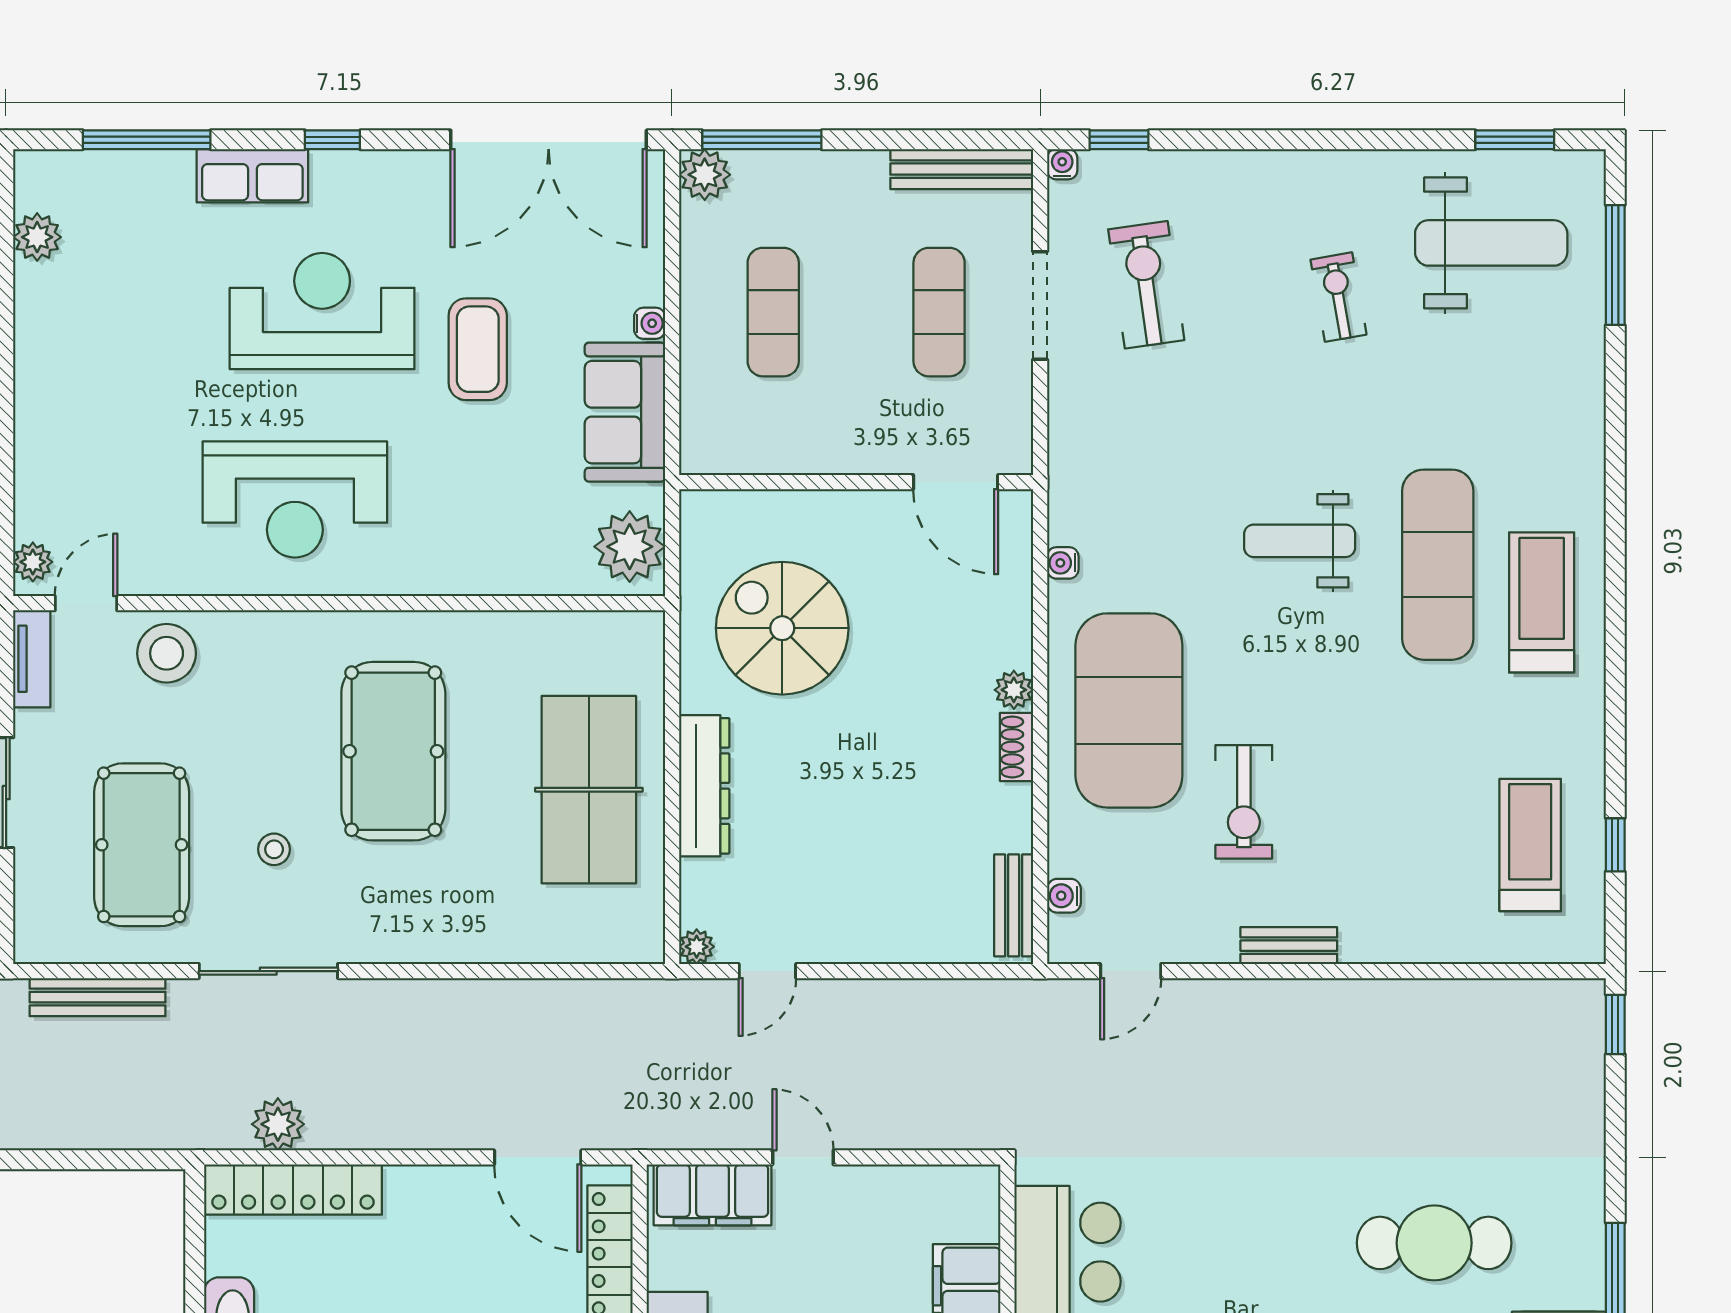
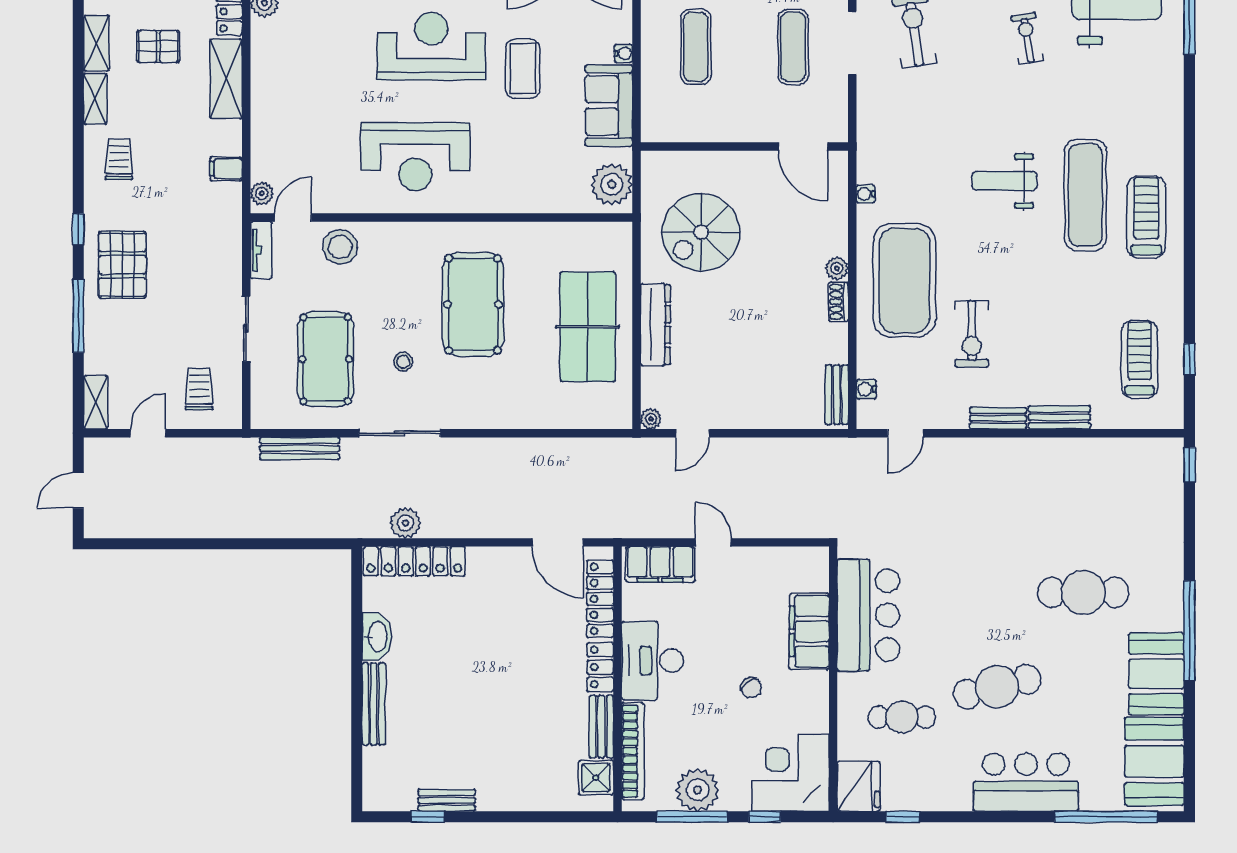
spiral stairs: (782, 628) -> (701, 232), turned -90
bench: (1393, 944) -> (1059, 417), added

